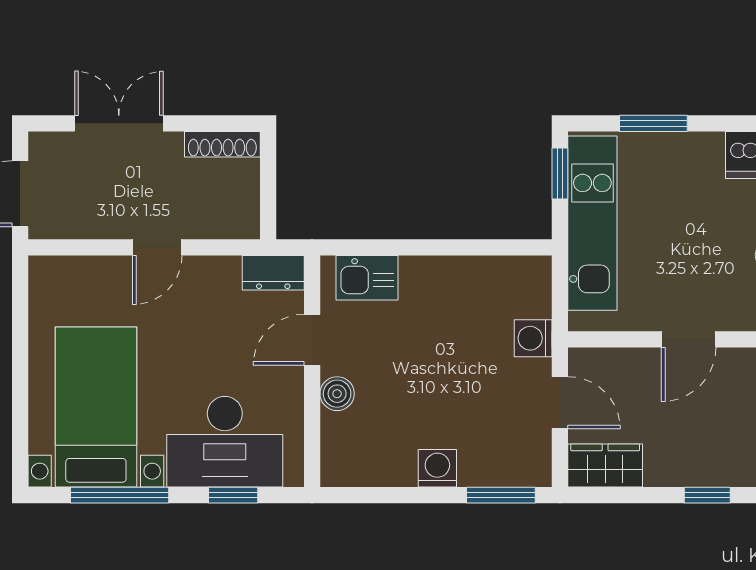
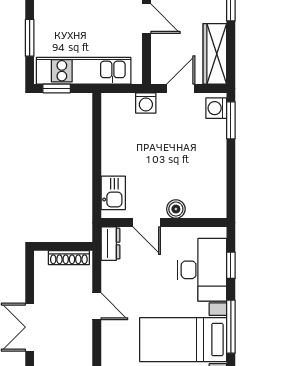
shoe rack: (222, 144) -> (69, 258), moved, turned 90
wardrobe: (605, 466) -> (215, 54), width x1.50
washing machine: (437, 468) -> (216, 108), moved

